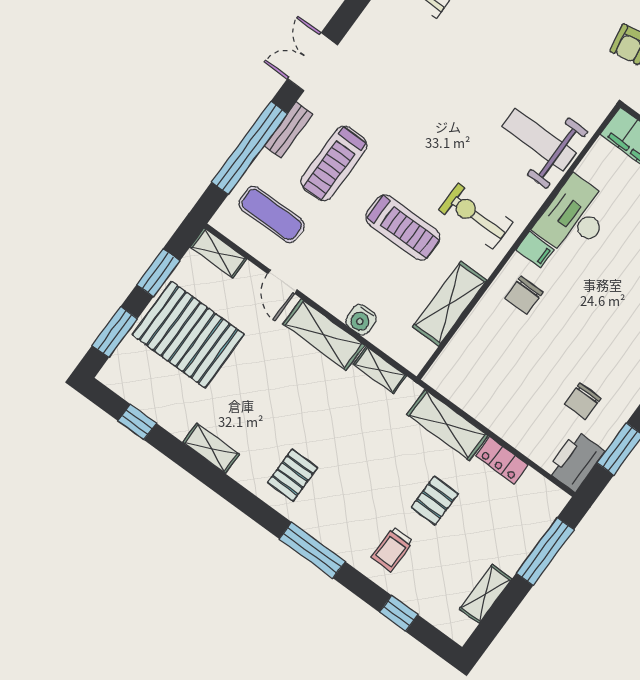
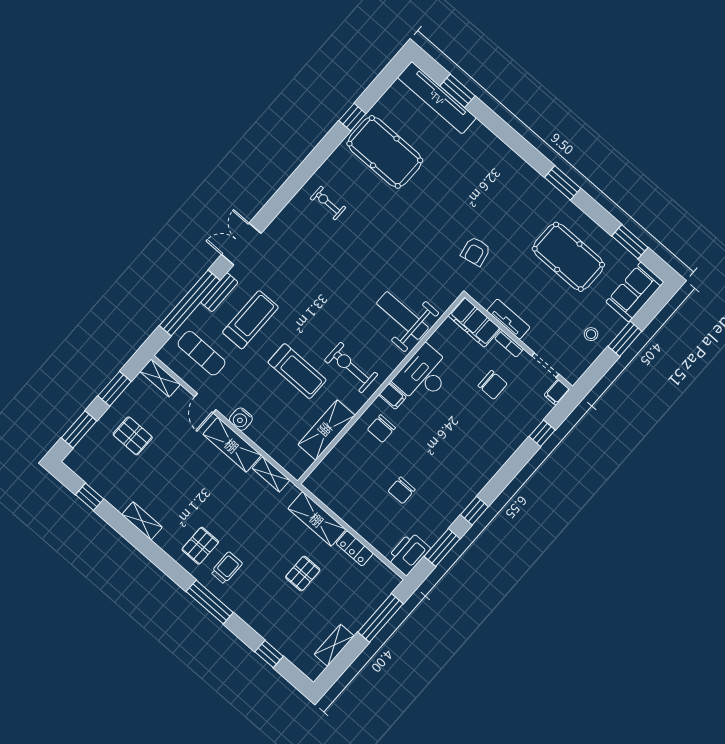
treadmill: (334, 163) -> (250, 320), turned 180
water cooler: (361, 320) -> (241, 419), moved
pallet: (188, 335) -> (133, 436), width x0.49, depth x0.50
chair: (583, 401) -> (402, 490), moved
trolley: (392, 549) -> (227, 568), moved, turned 180

